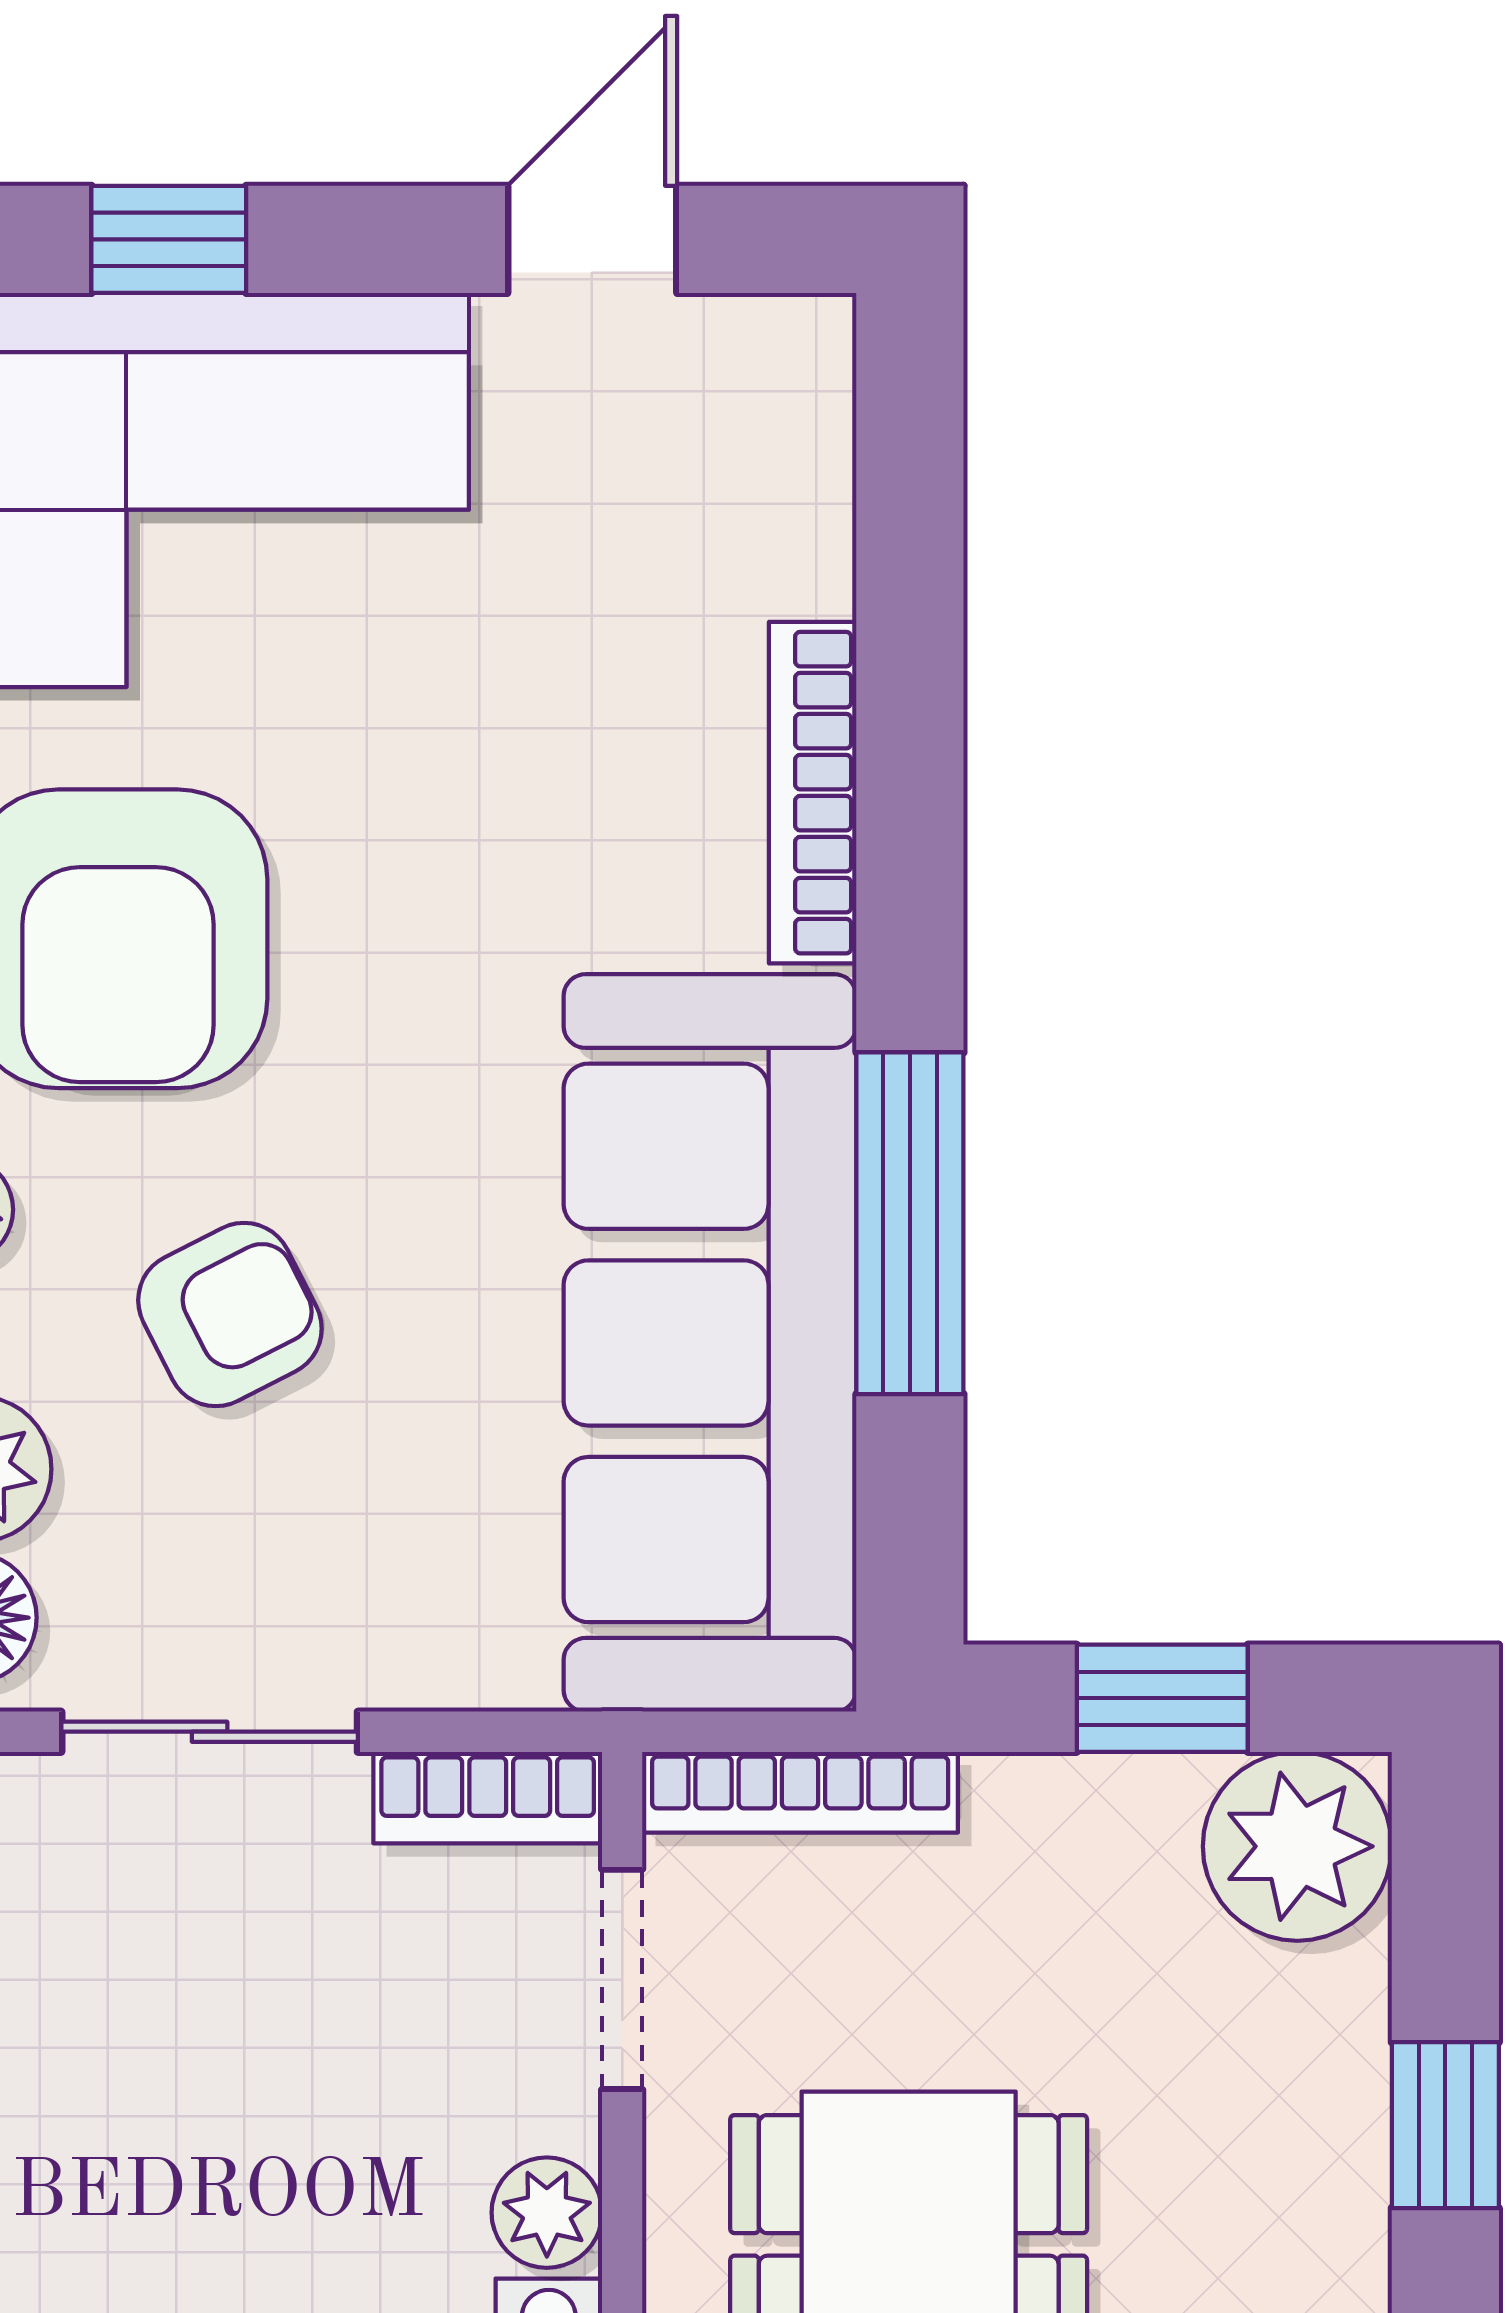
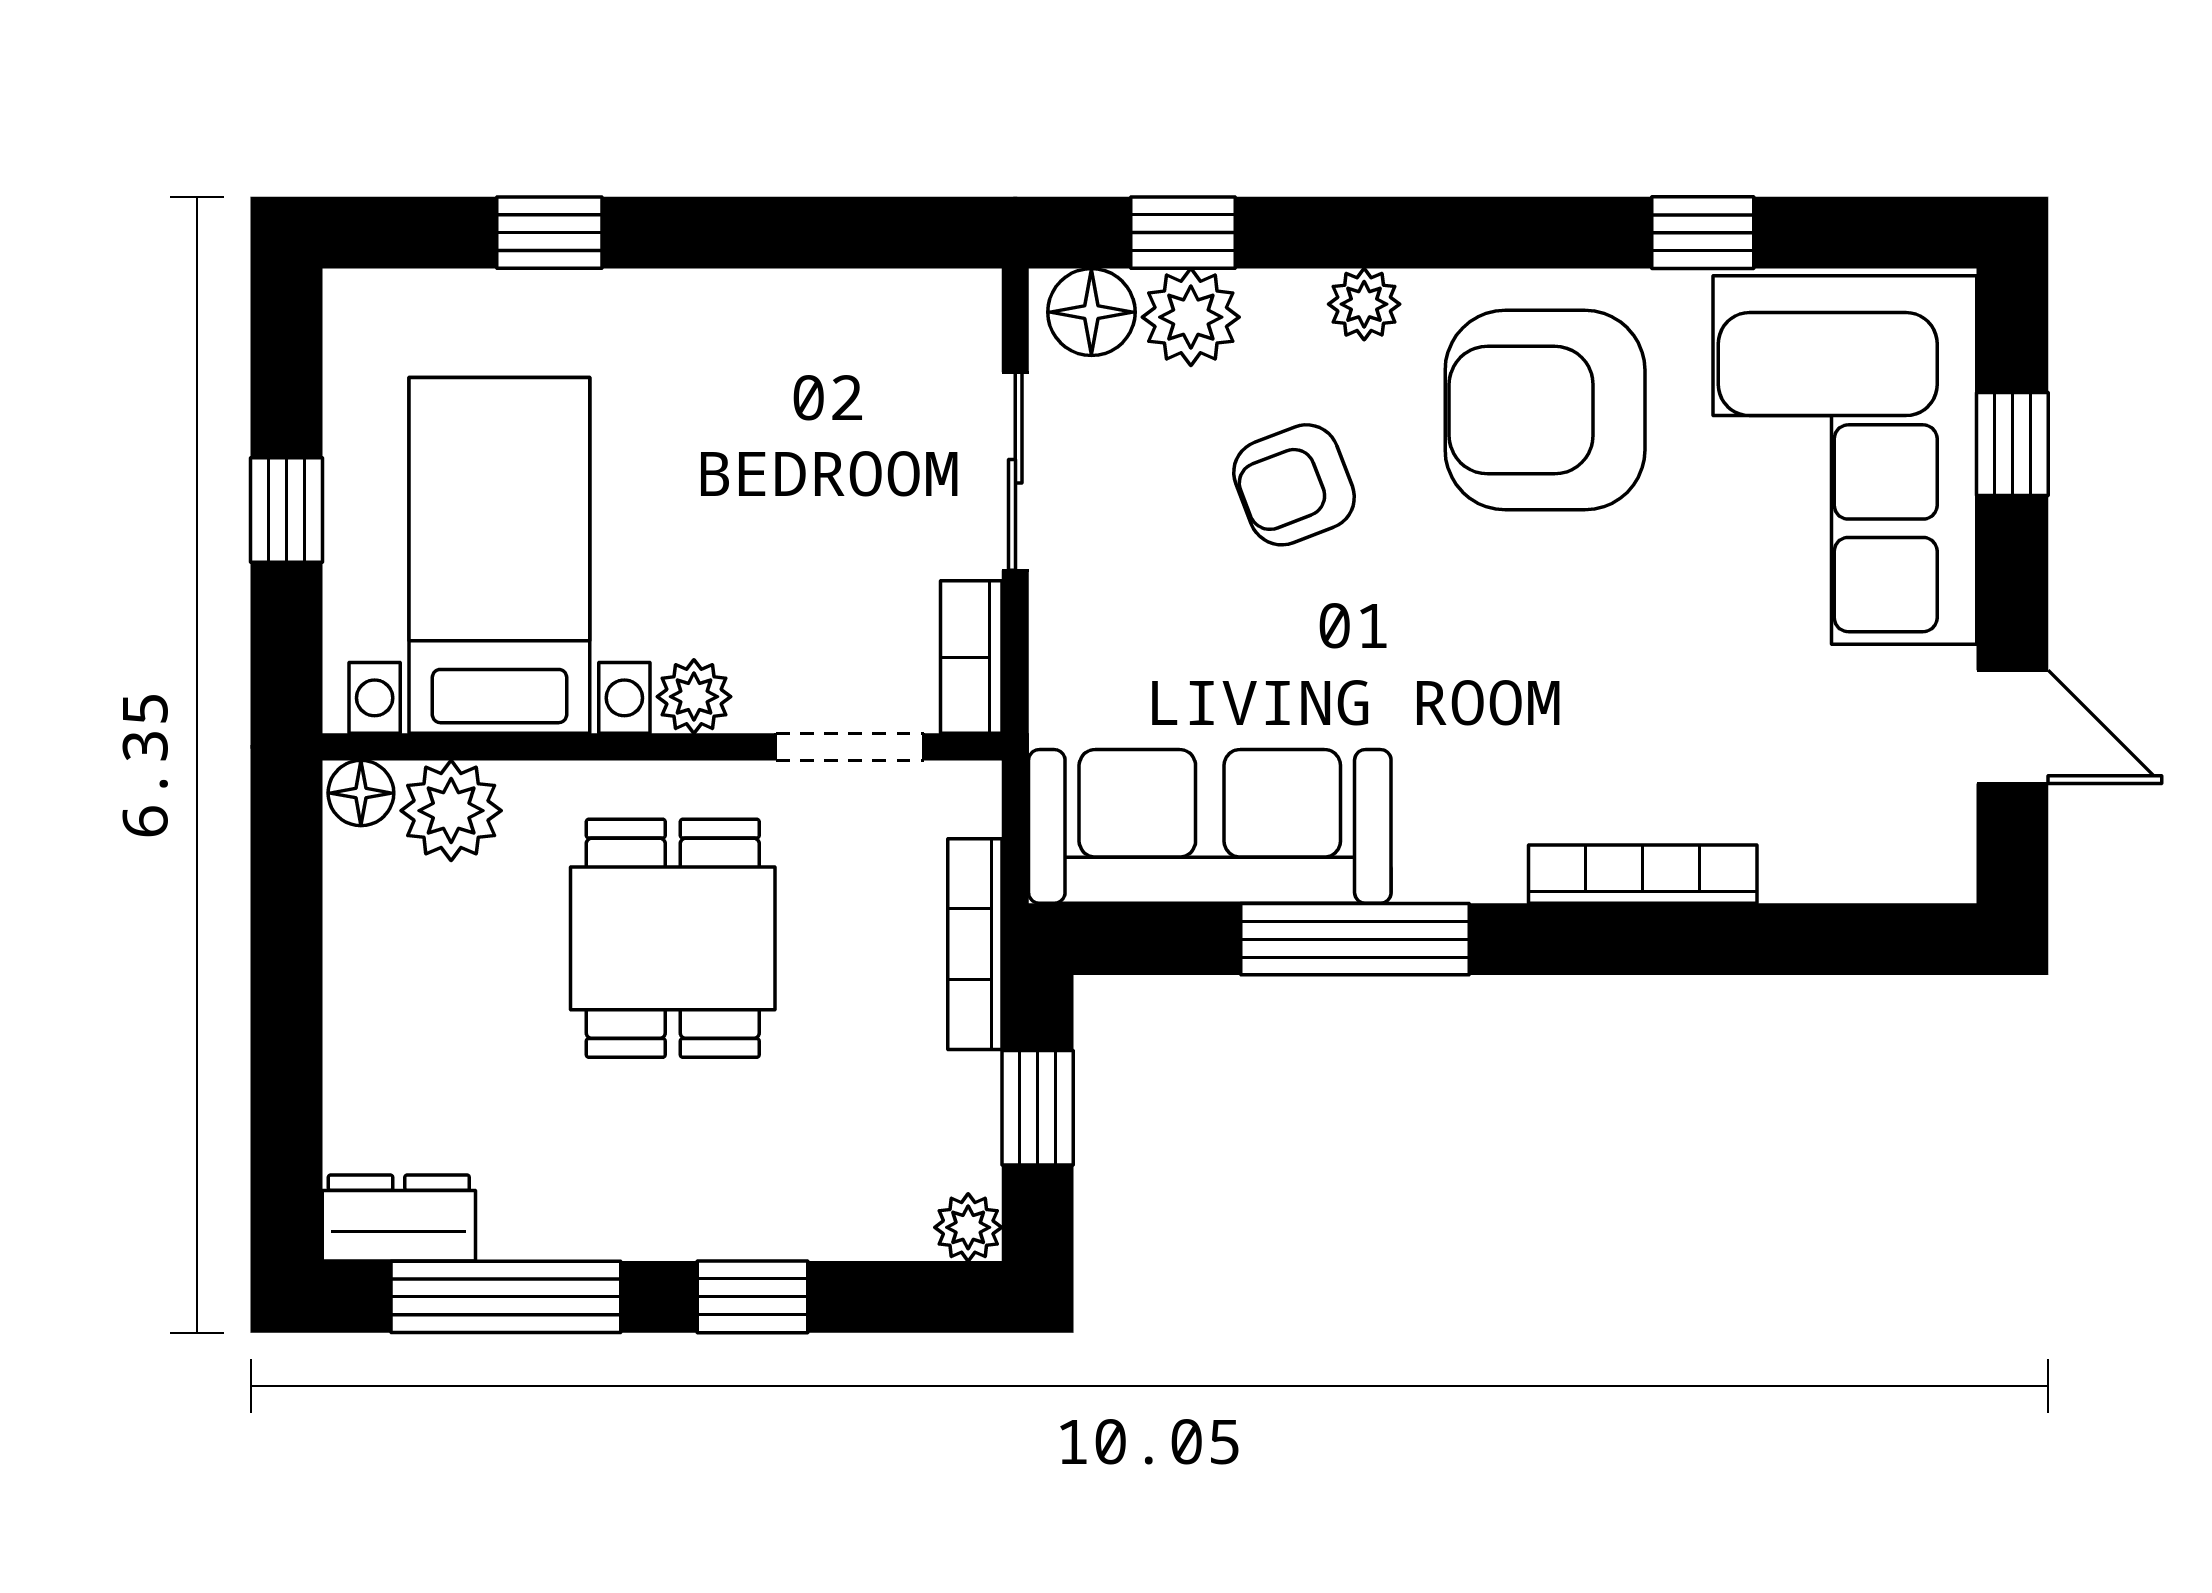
armchair: (230, 1315) -> (1294, 485), turned 96
sofa: (710, 1343) -> (1210, 826), width x0.74, depth x0.79
bookcase: (800, 1792) -> (975, 944), moved
plant: (1297, 1846) -> (968, 1227), width x0.53, depth x0.53

